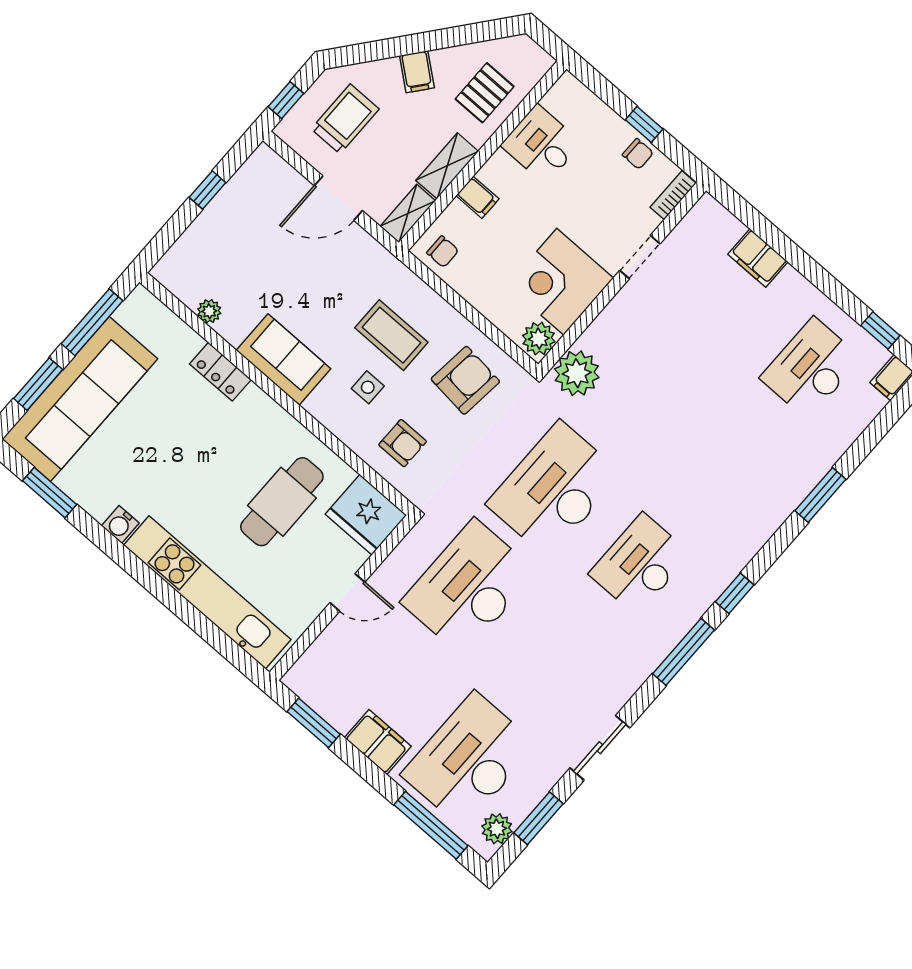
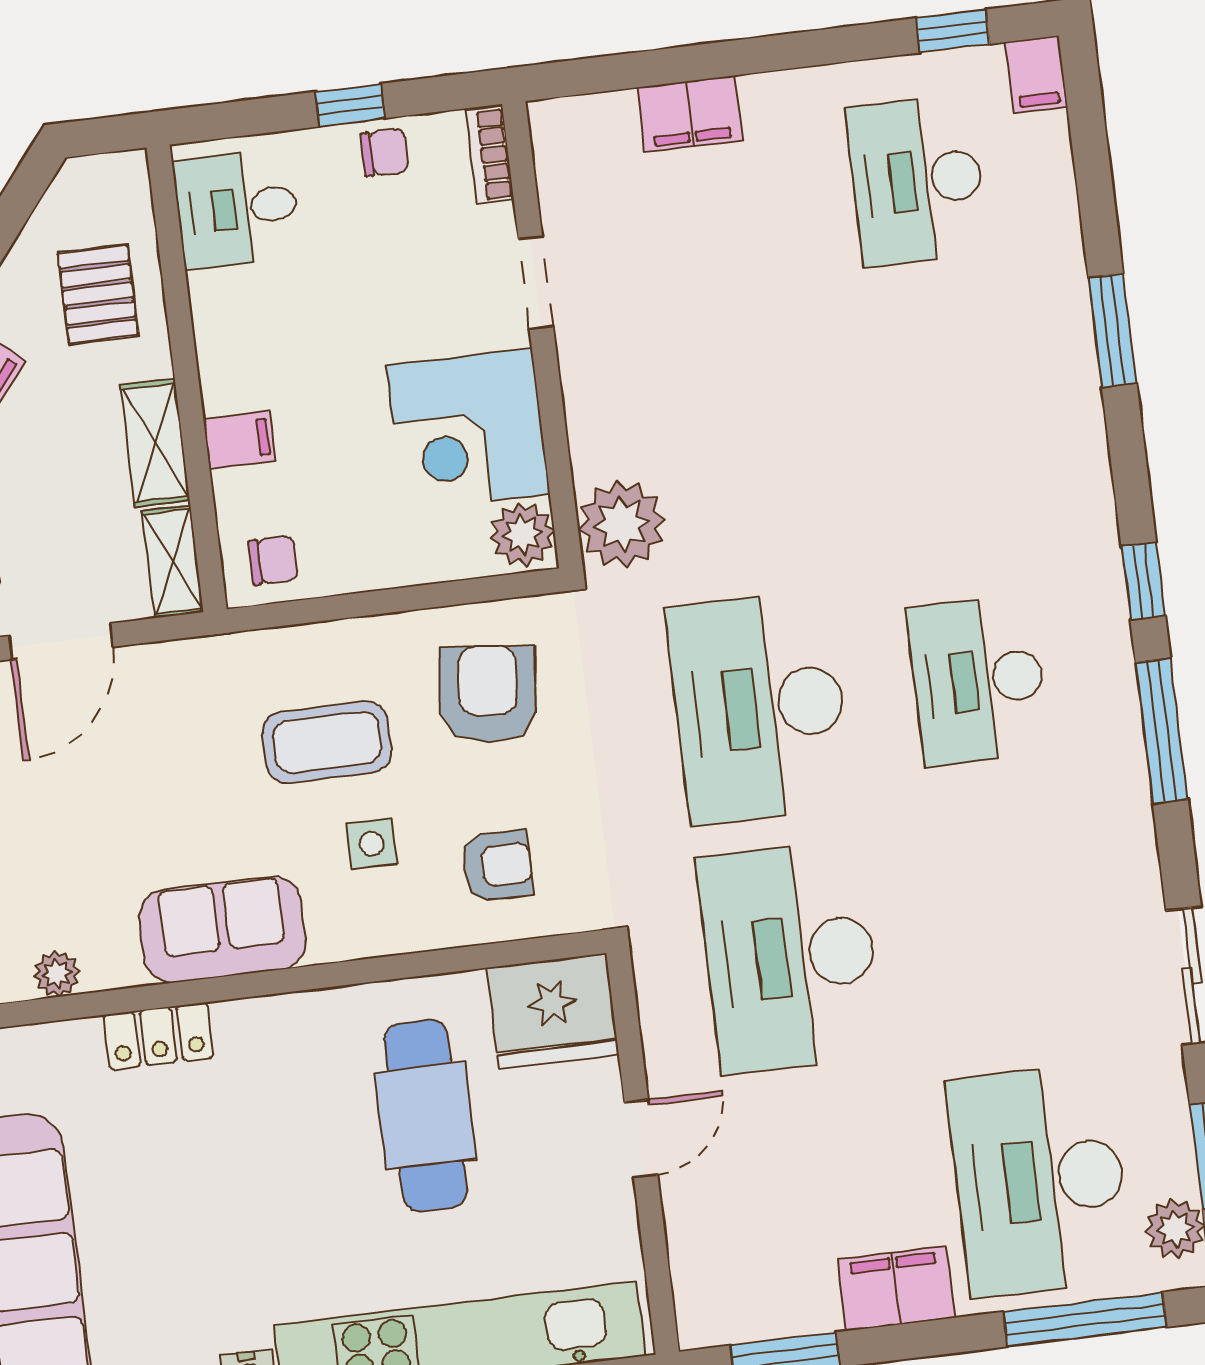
desk: (541, 144) -> (237, 209), moved

